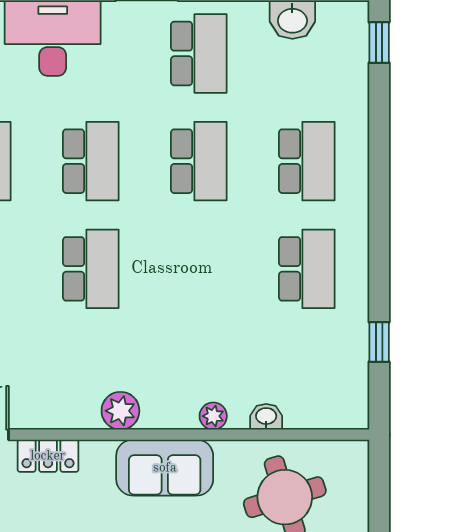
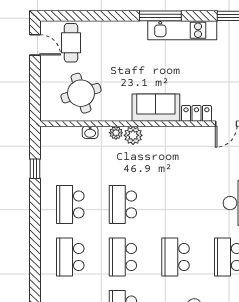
school desk: (91, 269) -> (123, 204), moved
plant: (120, 411) -> (133, 135), moved
sofa: (165, 468) -> (156, 108), moved

